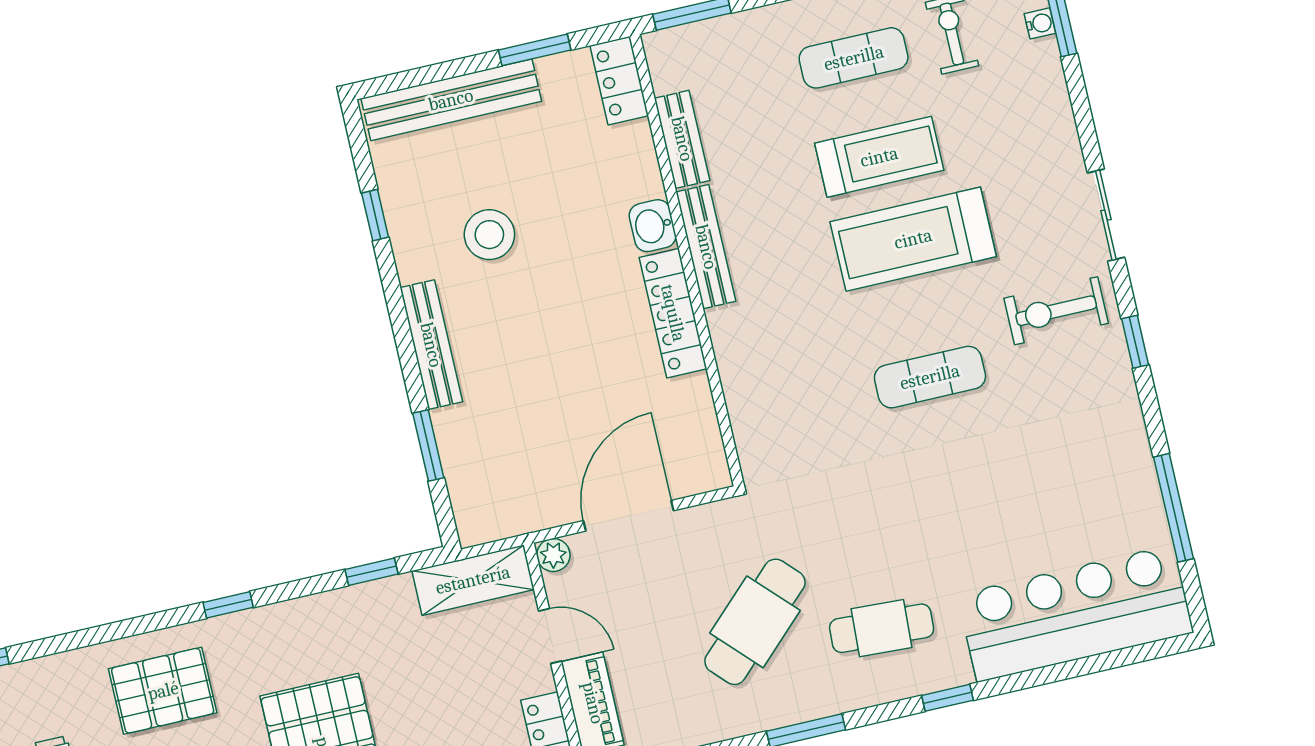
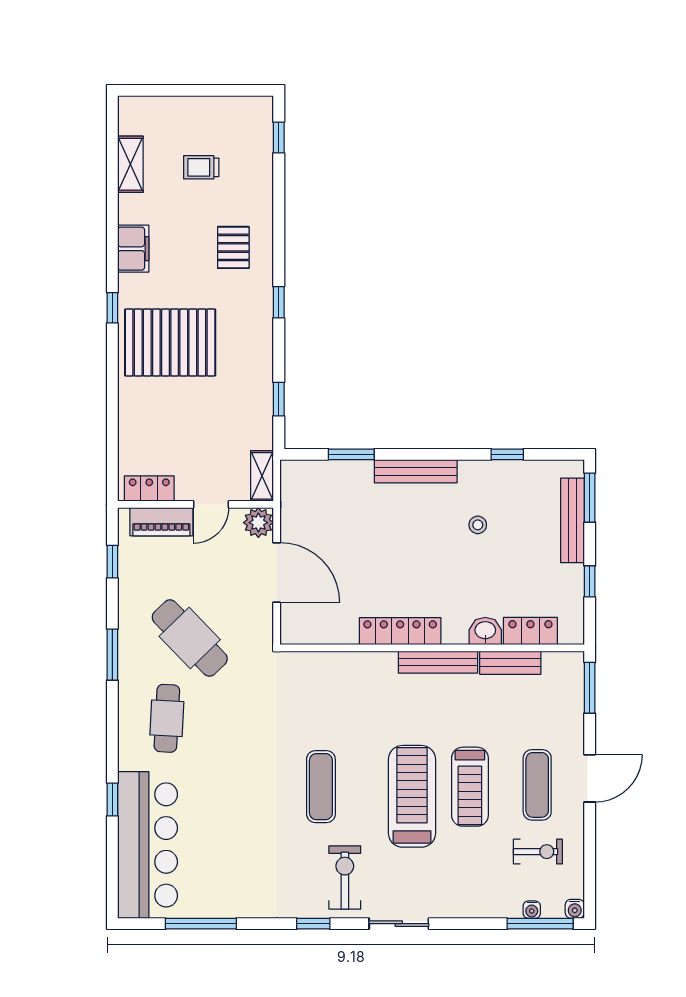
window: (535, 50) -> (590, 581), width x0.67
window: (411, 78) -> (590, 498), added
locker: (619, 81) -> (530, 631), moved
bench: (451, 100) -> (572, 520), width x0.73, depth x0.82
washbasin: (653, 226) -> (485, 631), moved
stool: (489, 235) -> (478, 525), width x0.53, depth x0.53
plant: (553, 555) -> (258, 523), width x1.38, depth x1.38
shelving: (473, 580) -> (262, 476), width x0.67, depth x0.75
pallet: (163, 691) -> (233, 247), width x0.67, depth x0.71
window: (947, 698) -> (112, 800), moved

